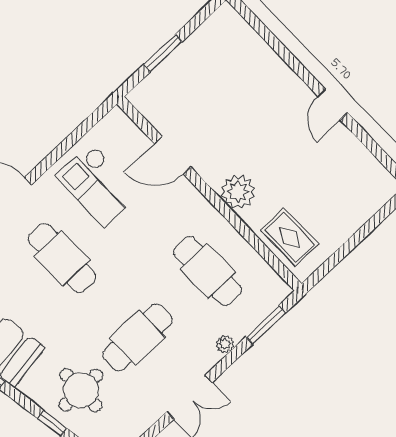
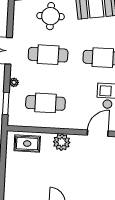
cafe table: (137, 337) -> (48, 55), turned 90

